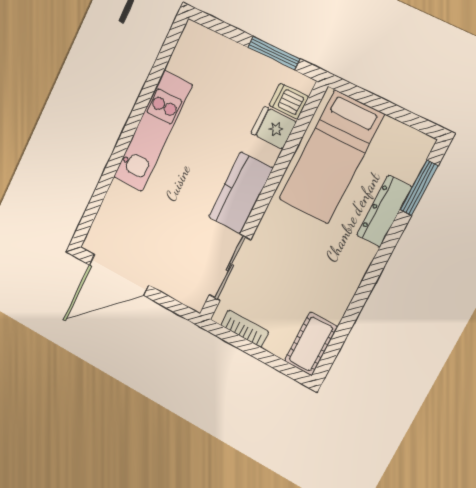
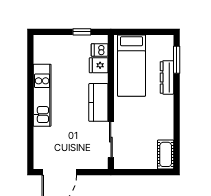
window: (274, 53) -> (82, 32), width x0.67
bookcase: (245, 329) -> (132, 164), removed

